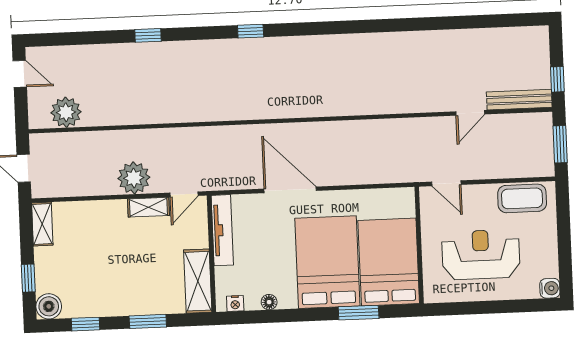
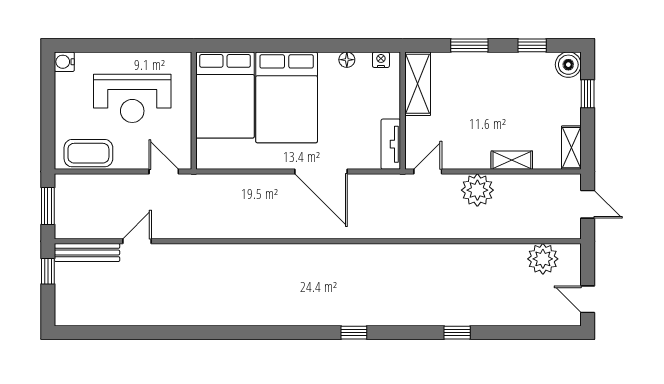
shelving: (148, 207) -> (512, 160), moved
tv unit: (222, 230) -> (391, 144), width x0.71
window: (359, 313) -> (257, 45), removed

